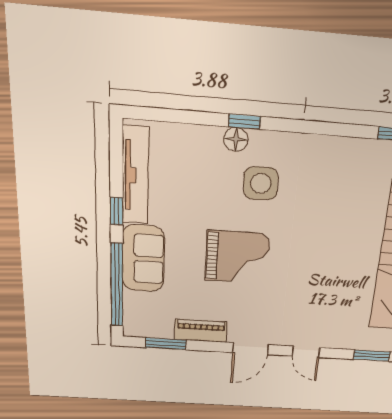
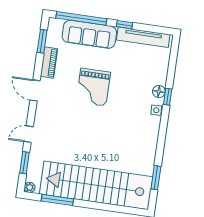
side table: (261, 183) -> (156, 110), moved, width x0.54, depth x0.54
sofa: (143, 258) -> (89, 34), width x1.36
door: (306, 352) -> (29, 134), moved

